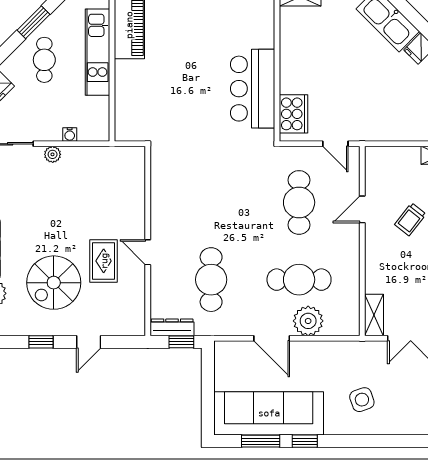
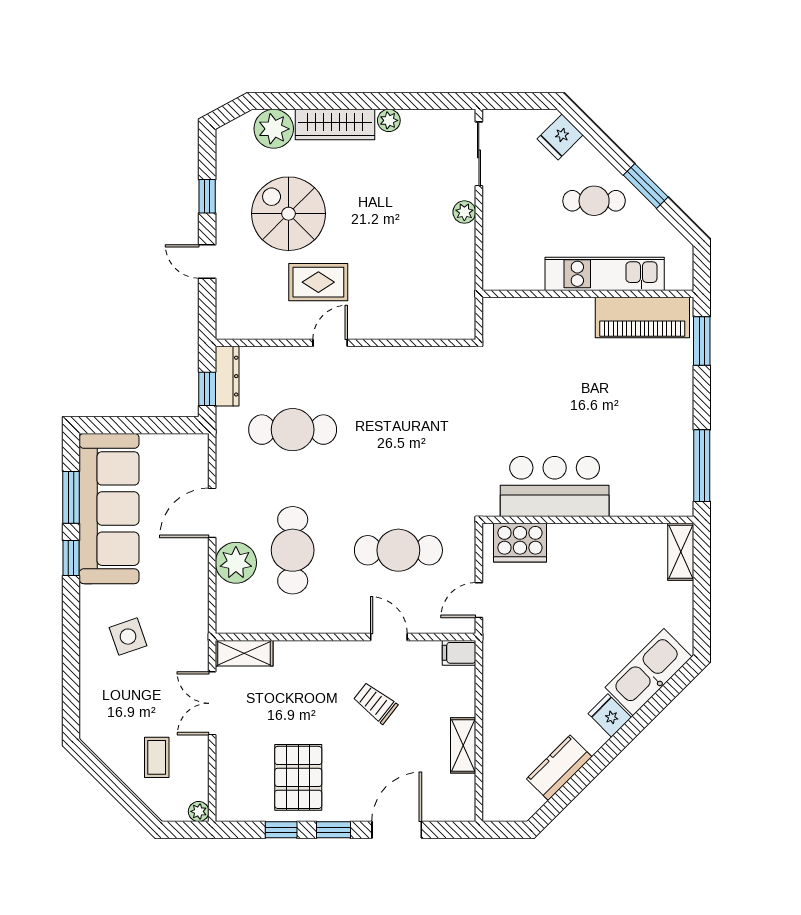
water cooler: (70, 134) -> (492, 236), removed
filing cabinet: (374, 158) -> (459, 653), added

